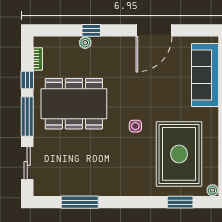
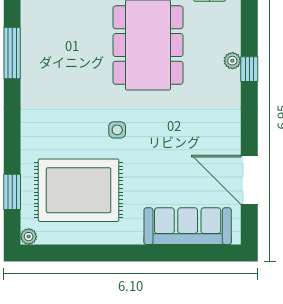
door: (154, 30) -> (249, 180), moved

